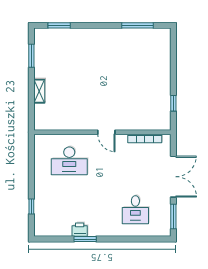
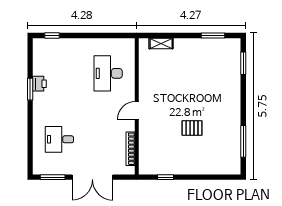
pallet: (124, 77) -> (192, 128), added
shelving: (39, 91) -> (161, 43), moved
window: (31, 207) -> (52, 36), moved

